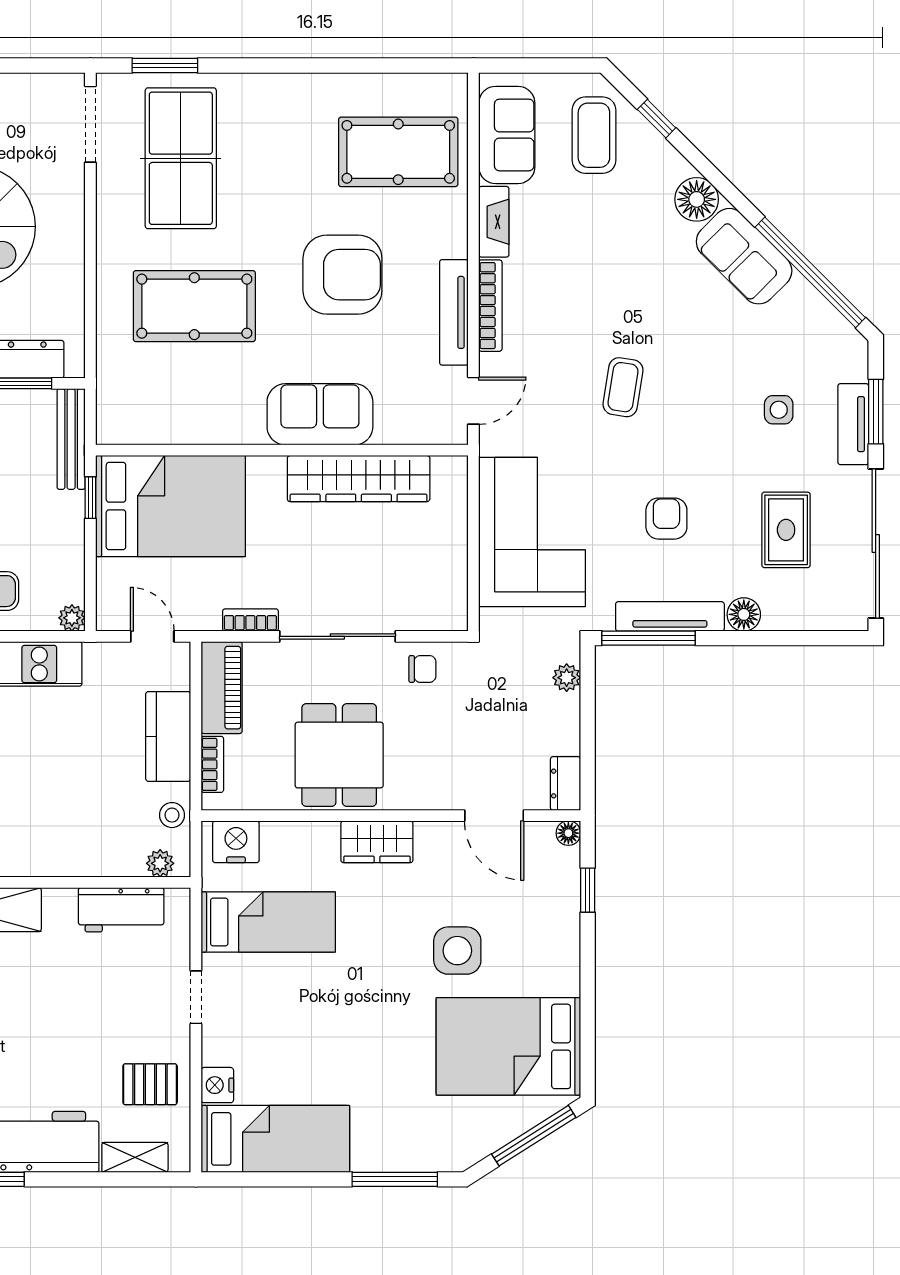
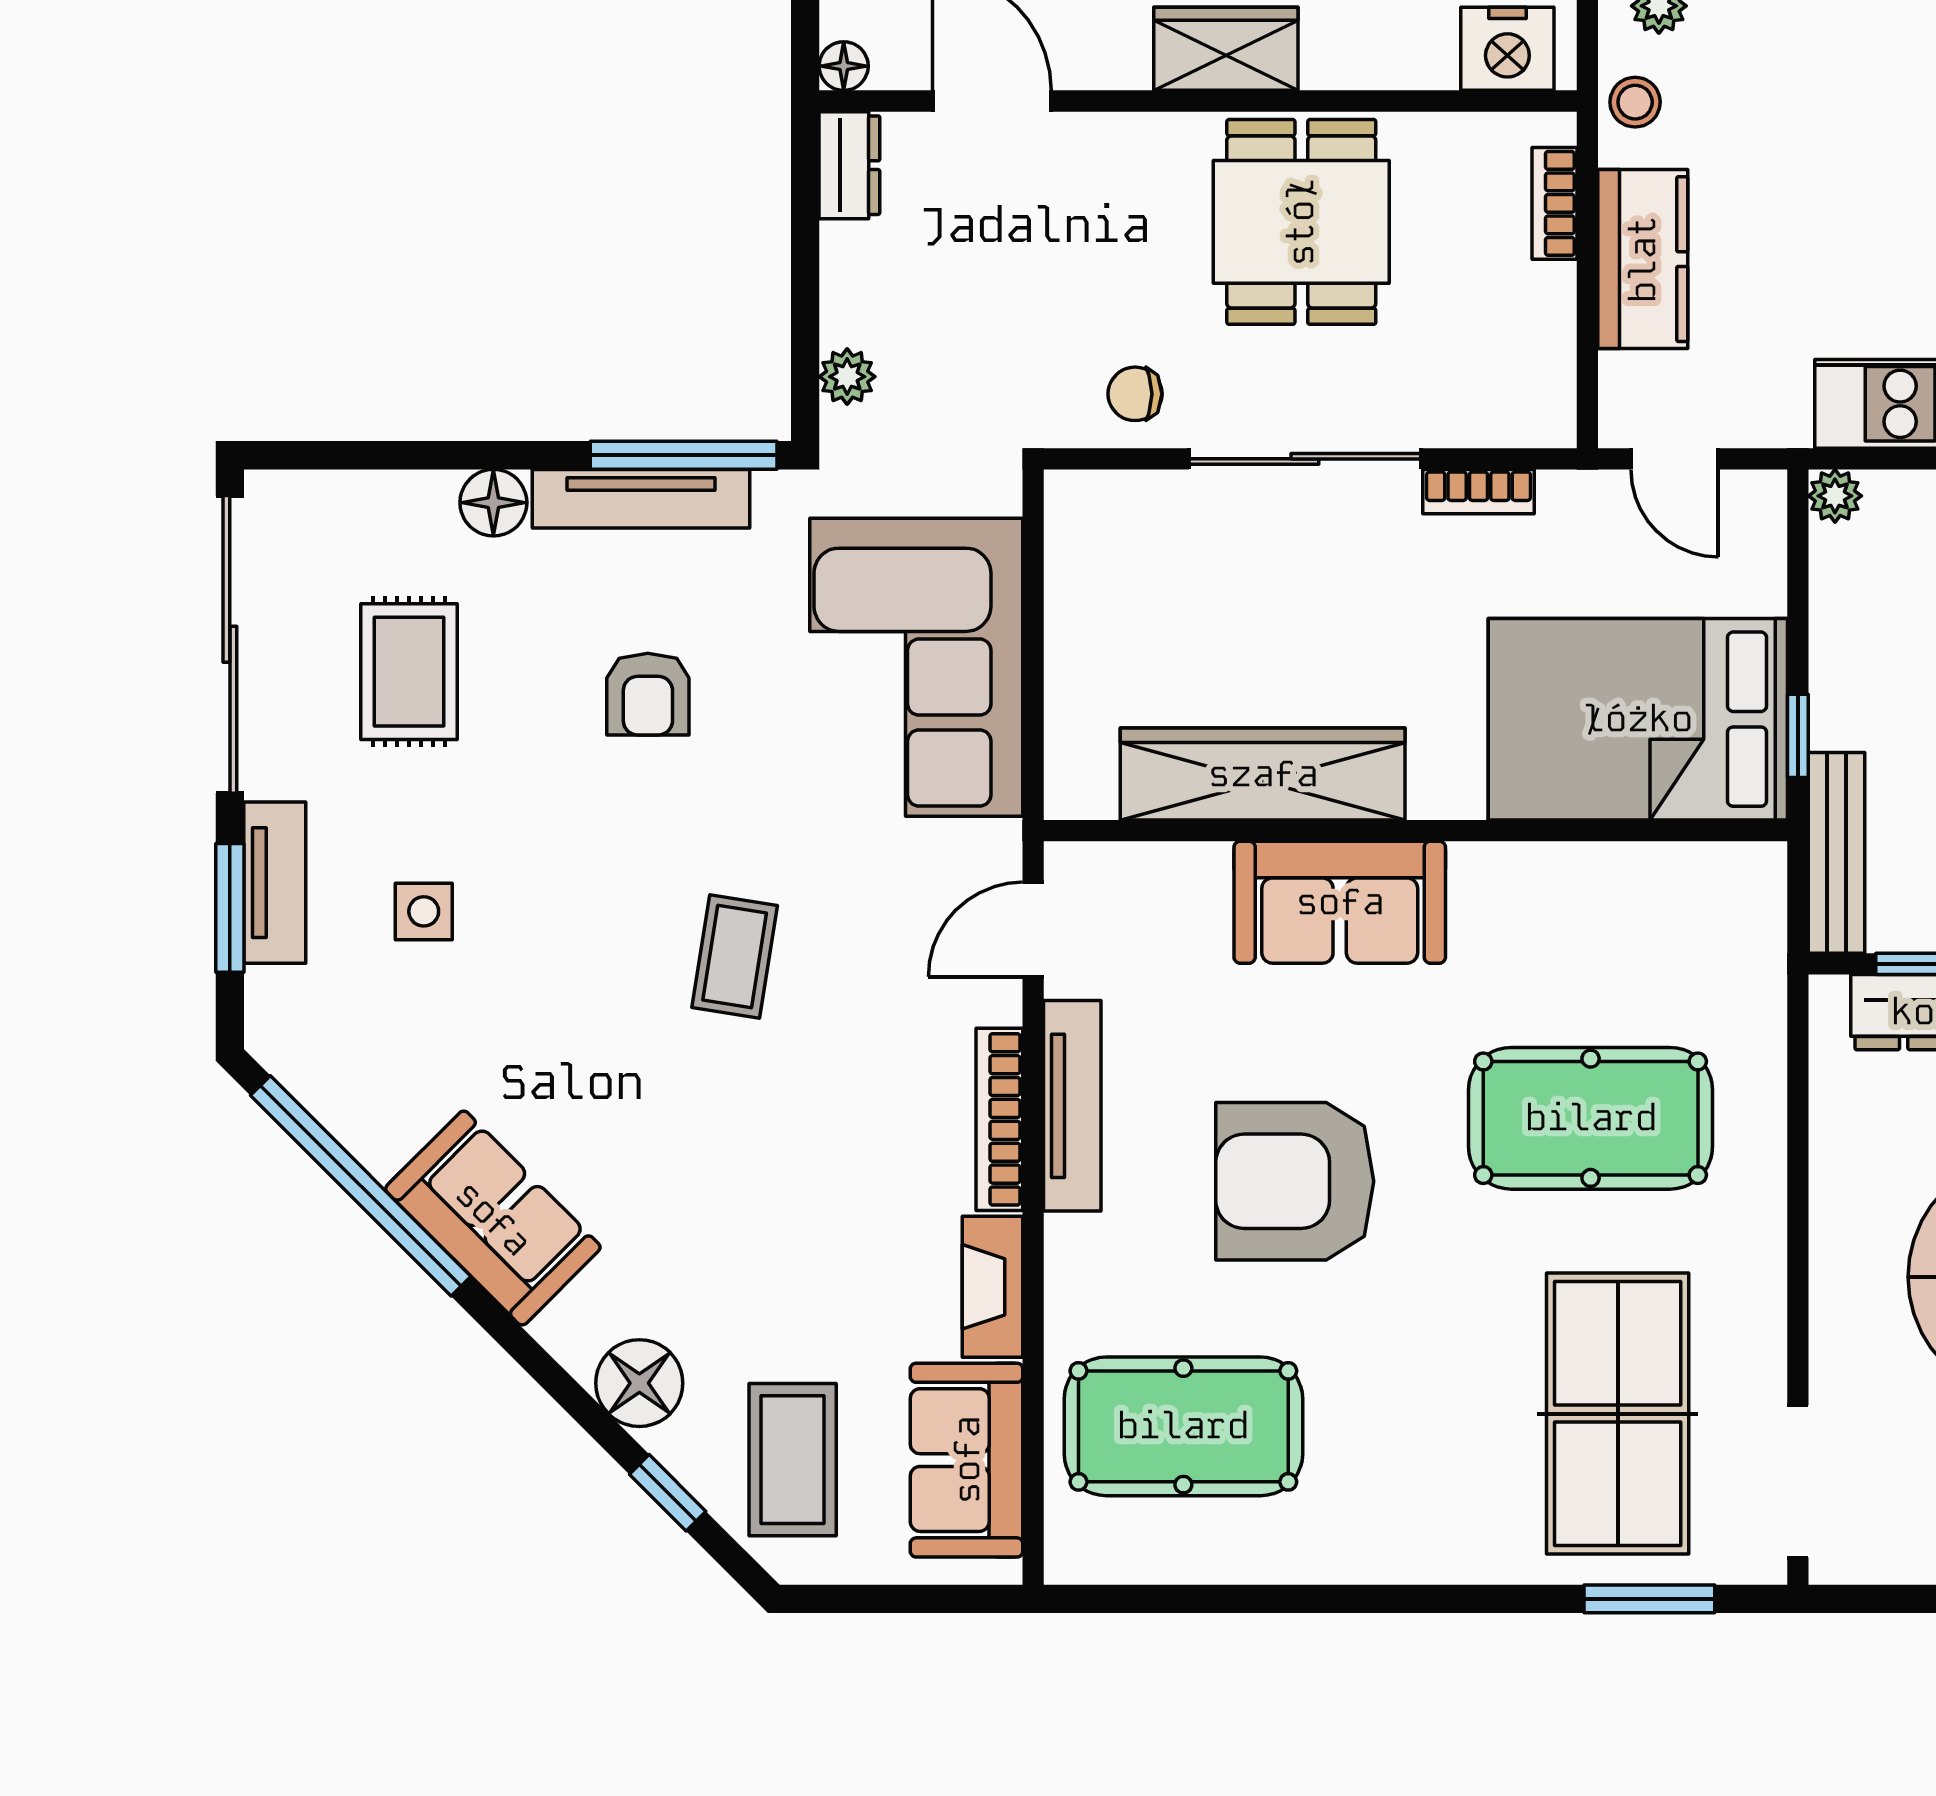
floor lamp: (697, 199) -> (639, 1383), moved
piano: (222, 688) -> (1536, 357), removed

